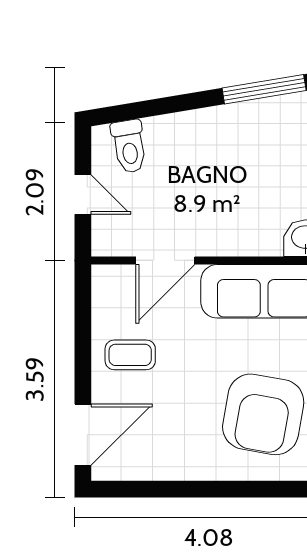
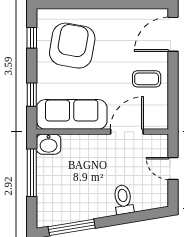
toilet: (129, 146) -> (123, 199), moved

